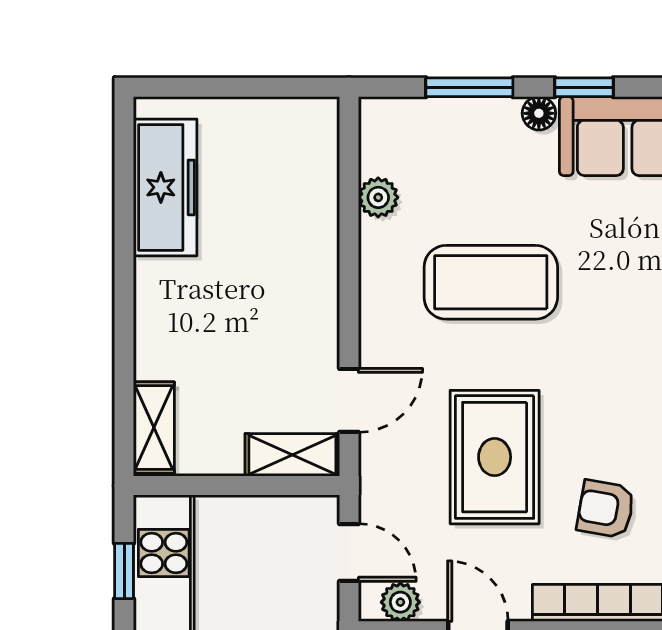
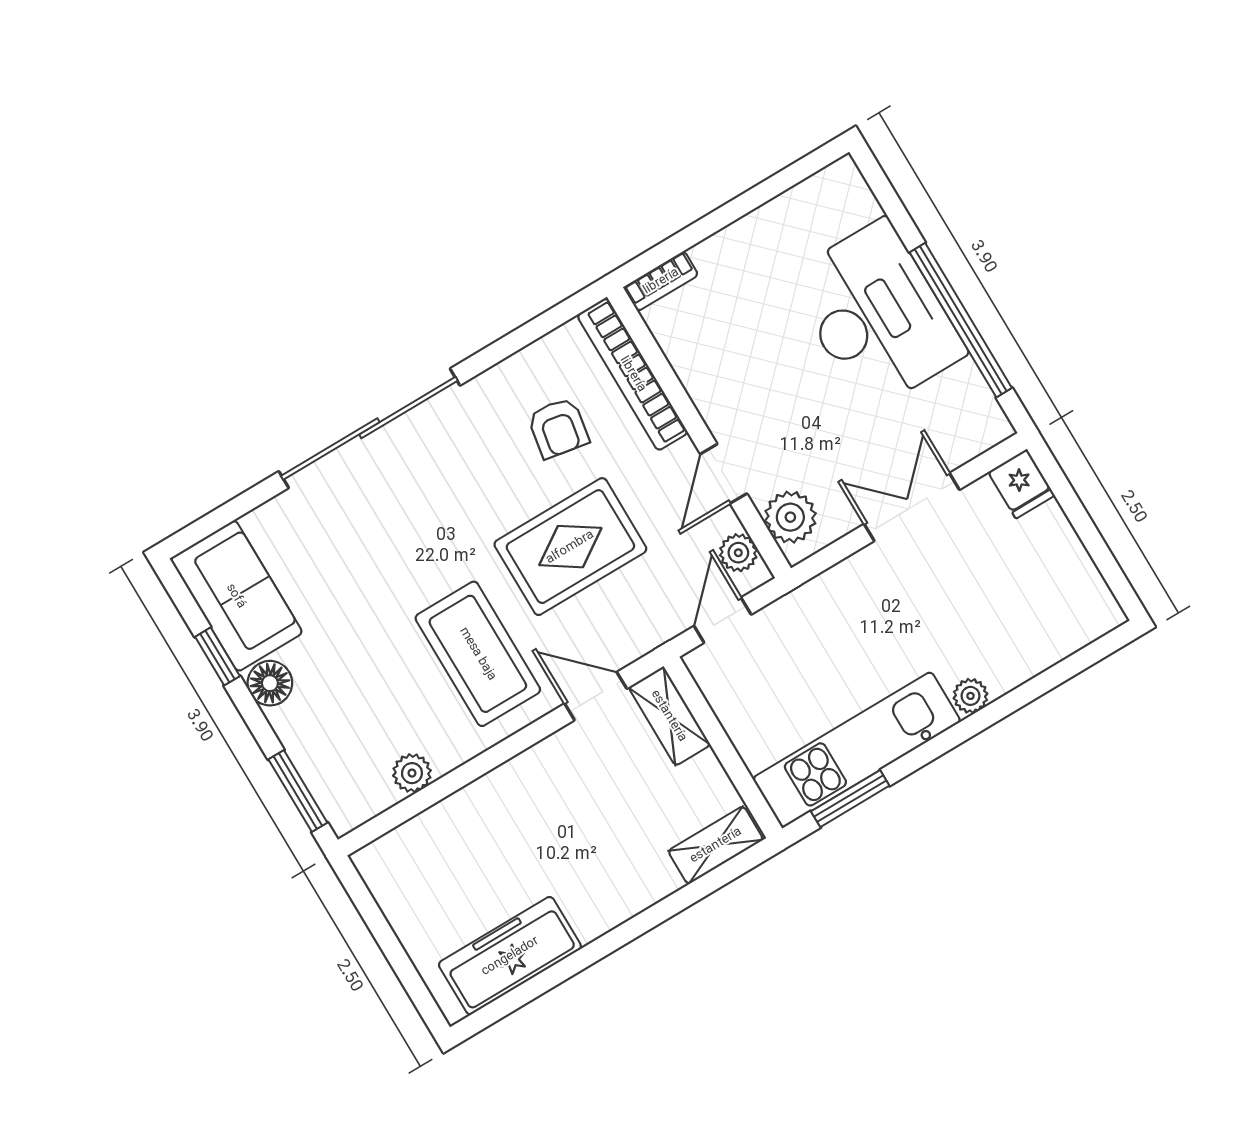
window: (469, 87) -> (298, 791), moved
floor lamp: (539, 113) -> (270, 683), width x1.37, depth x1.37
coffee table: (491, 282) -> (478, 654), moved
window: (124, 571) -> (850, 799), width x1.50

